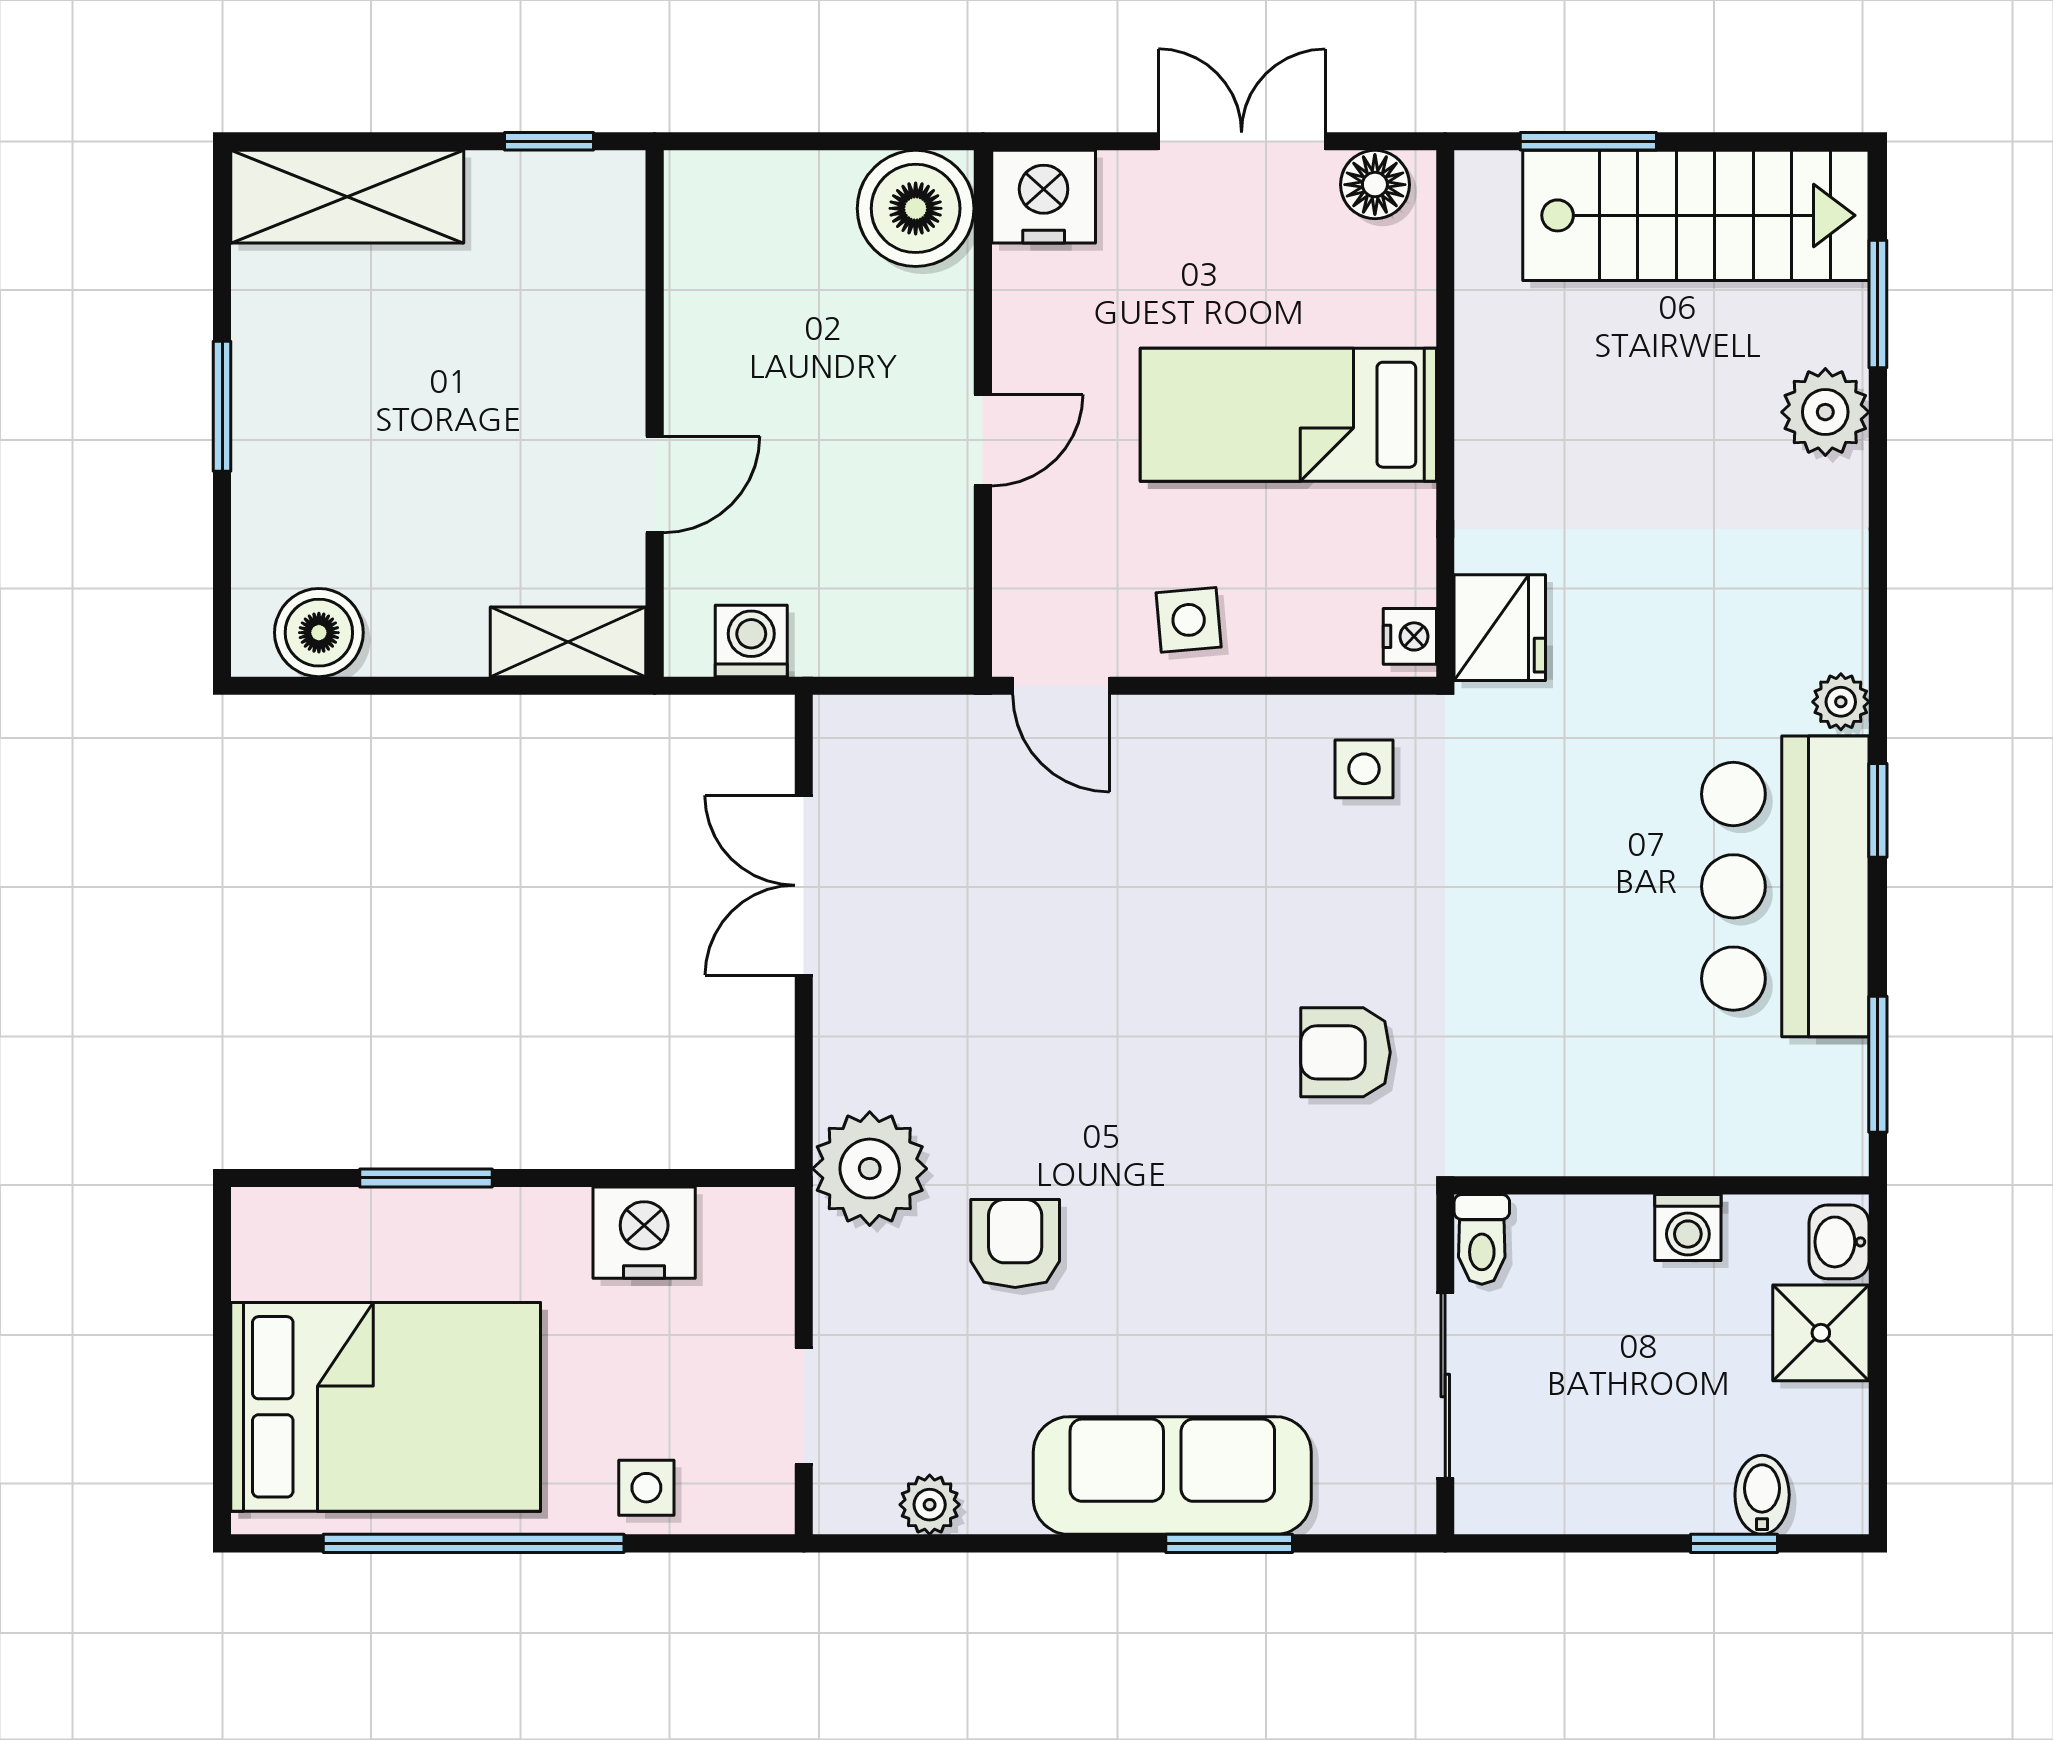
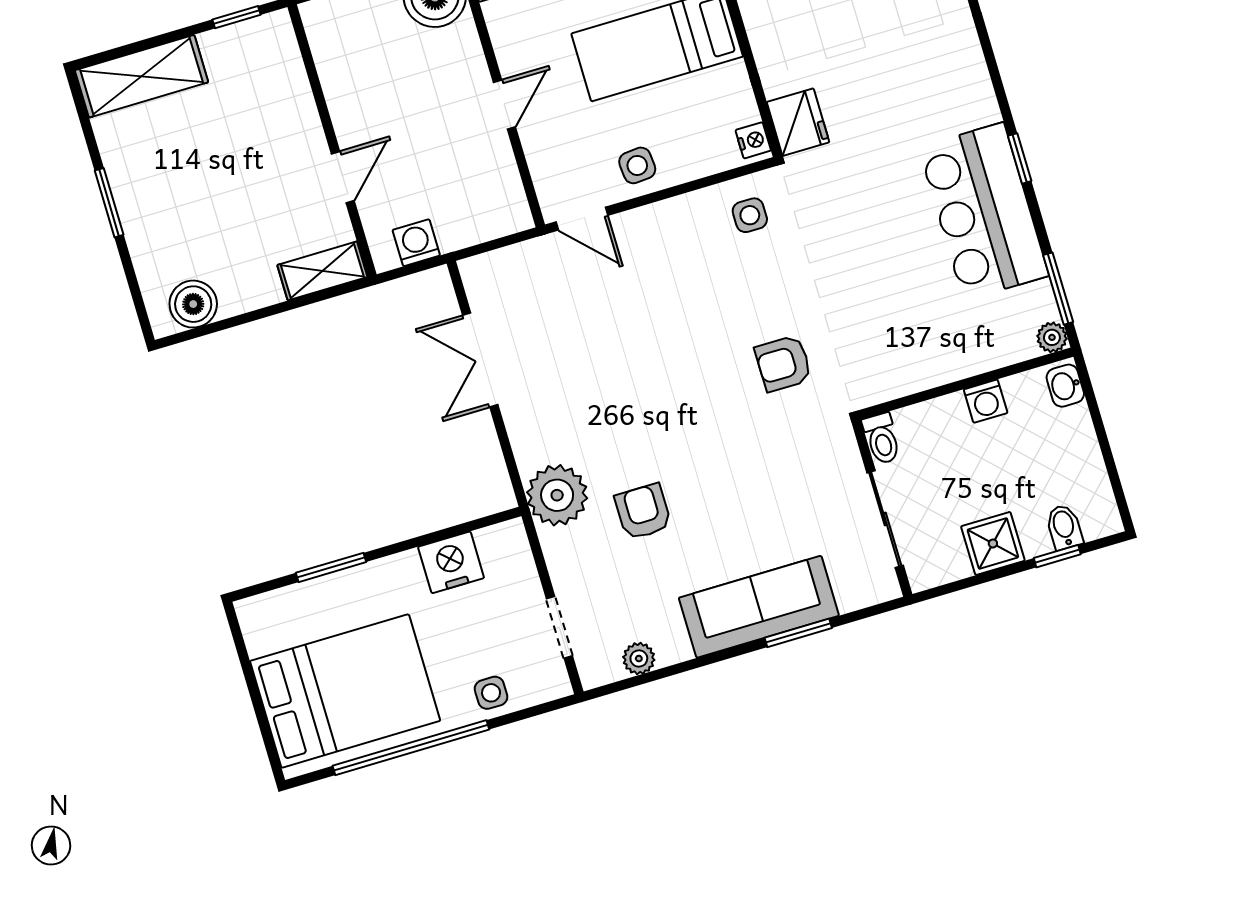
plant: (1841, 702) -> (1052, 337), moved
shower: (1821, 1333) -> (993, 543), moved

